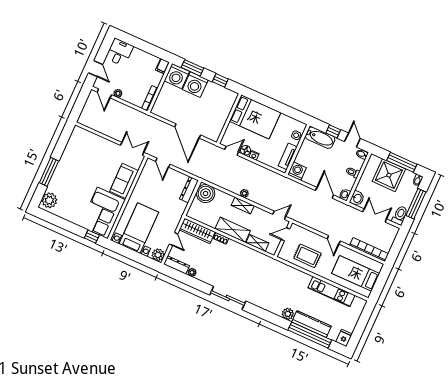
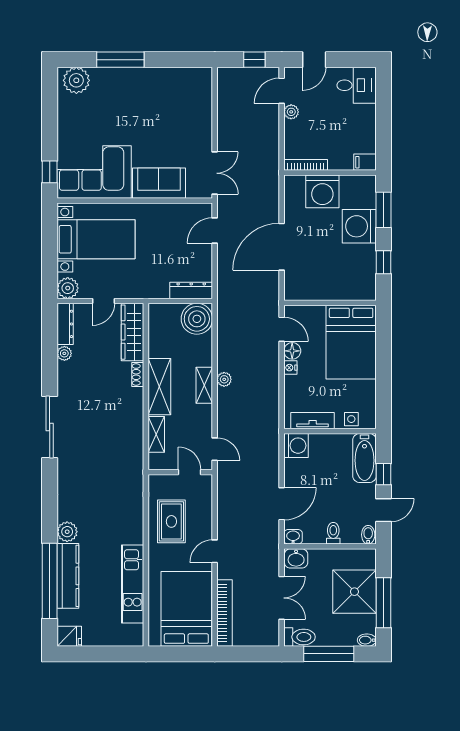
washing machine: (177, 76) -> (322, 191), moved, turned -90
window: (81, 100) -> (254, 60), added
bed: (356, 273) -> (186, 609), width x1.50

